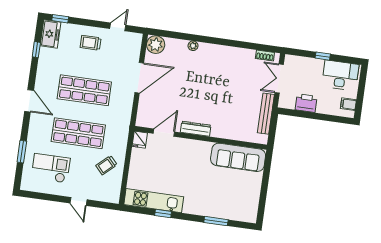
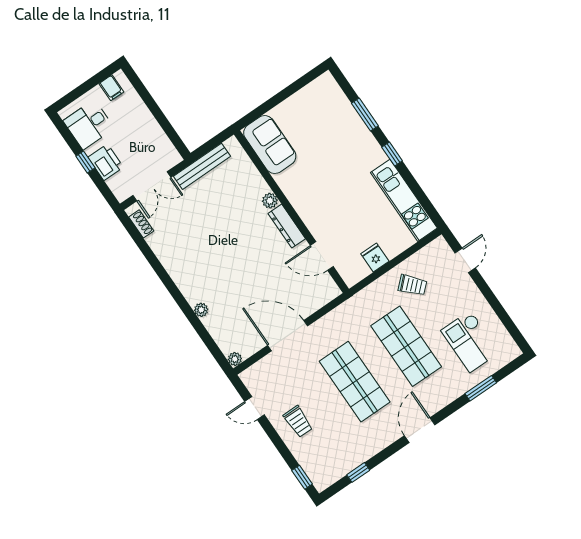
freezer: (51, 34) -> (328, 473), removed
plant: (156, 45) -> (235, 359), width x0.53, depth x0.53
desk: (340, 75) -> (89, 125), width x0.73
printer: (306, 103) -> (106, 162), moved, turned 180
plant: (216, 132) -> (270, 201), added
fridge: (140, 140) -> (375, 257), moved, turned -90
sofa: (238, 157) -> (270, 145), width x0.73
door: (79, 201) -> (465, 260), moved
window: (163, 214) -> (392, 154), moved

